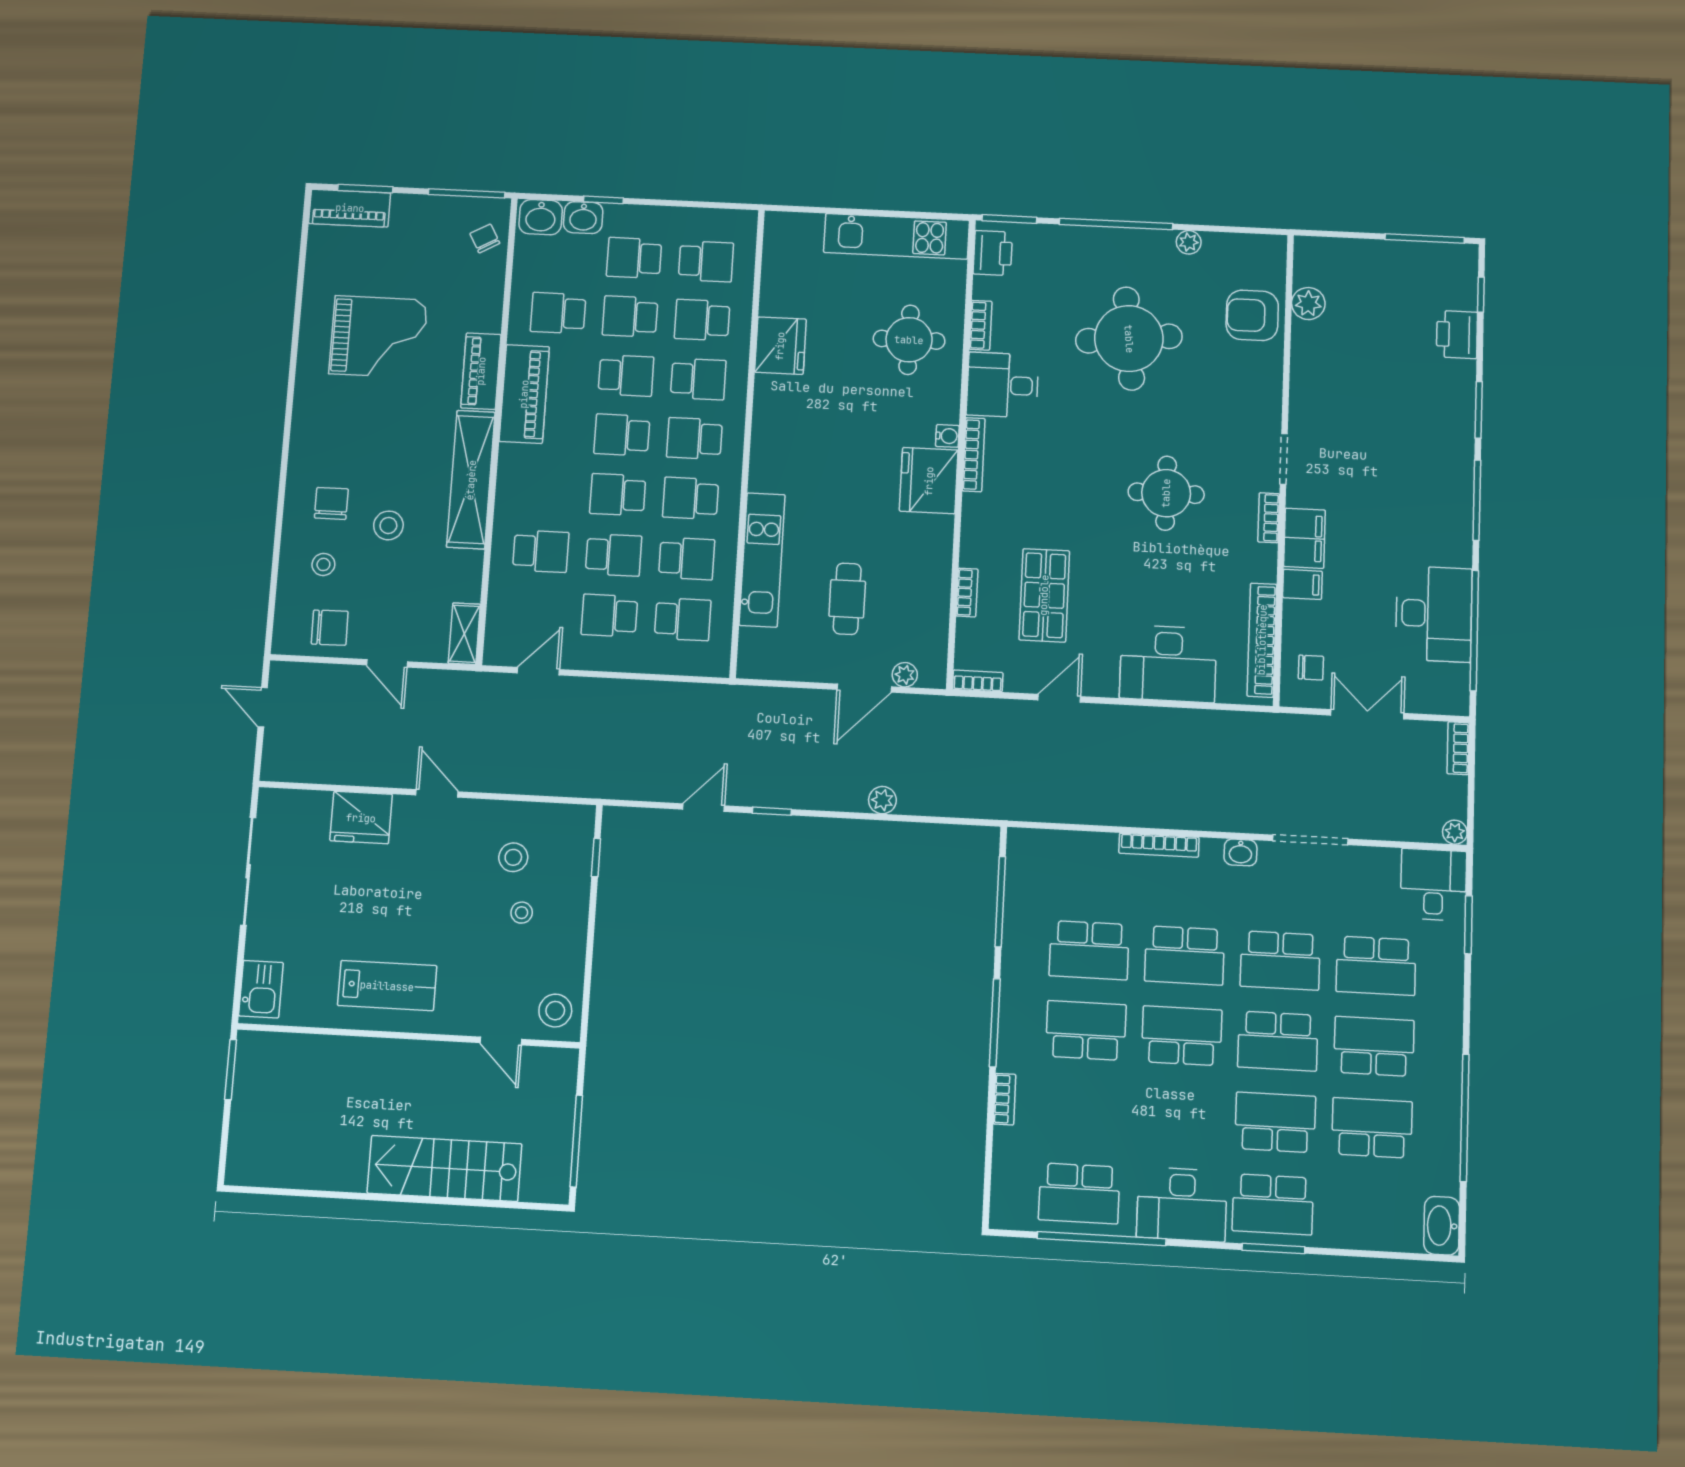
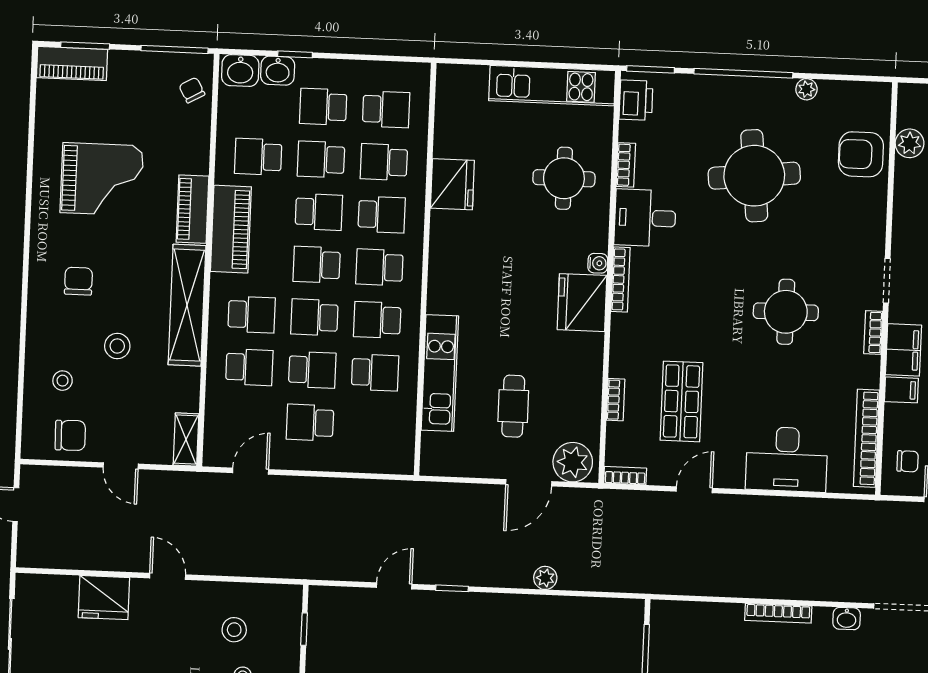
chair: (331, 503) -> (78, 281), moved
school desk: (683, 619) -> (252, 315), moved
plant: (905, 675) -> (573, 462), width x1.87, depth x1.87

